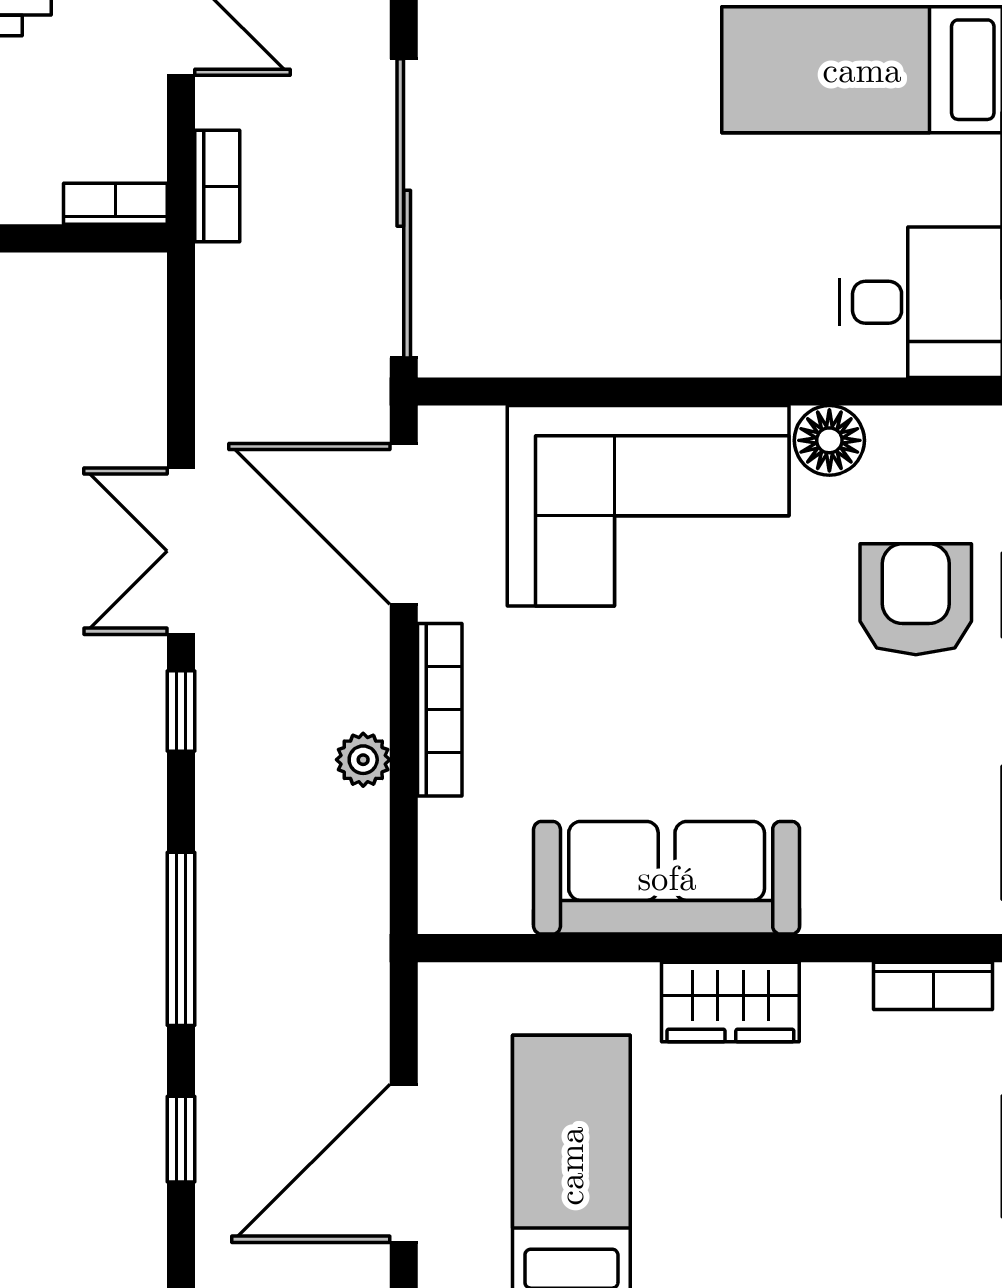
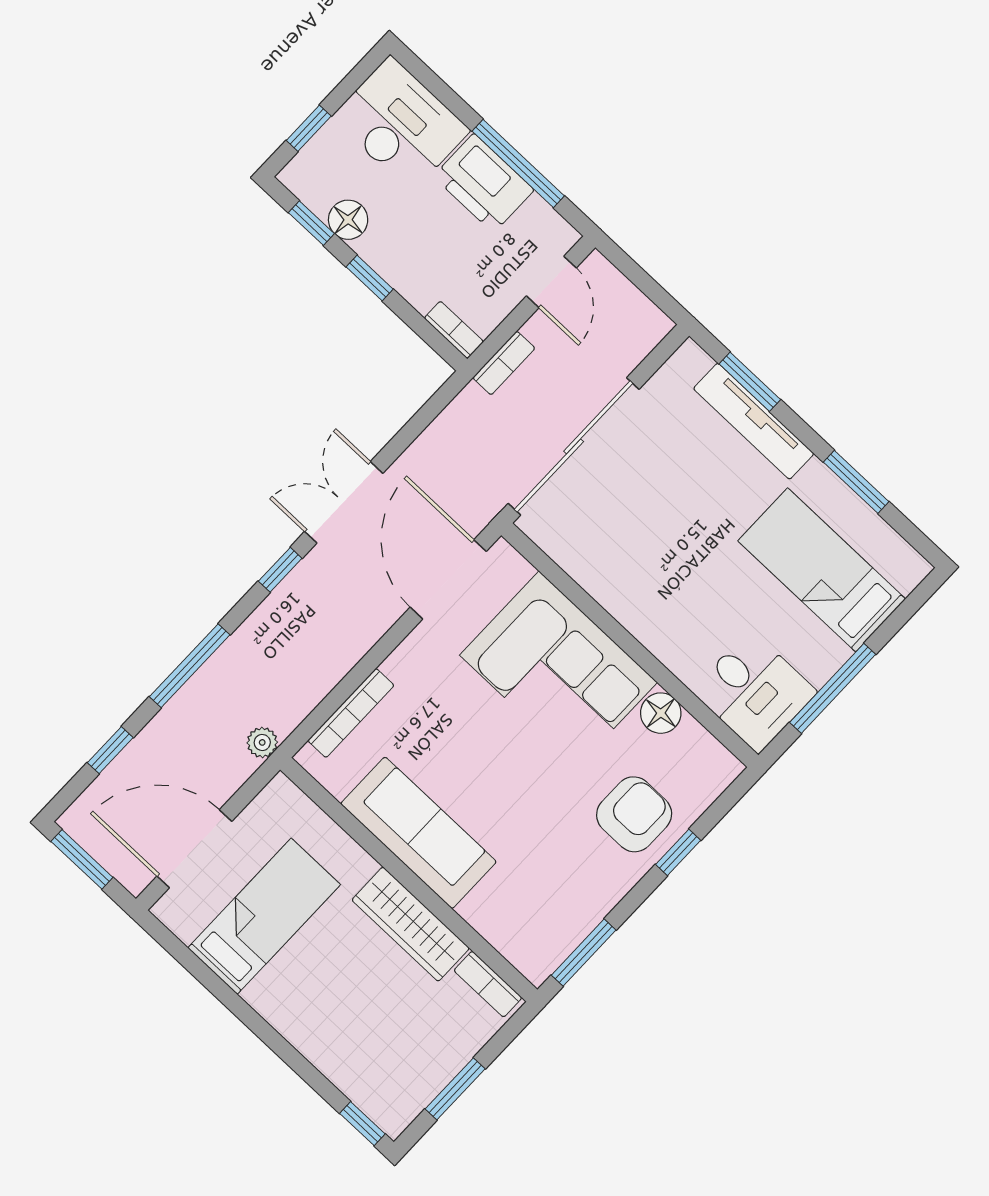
bookcase: (440, 710) -> (351, 713), moved
plant: (363, 760) -> (262, 742), moved
wardrobe: (730, 1002) -> (411, 924), width x1.50

